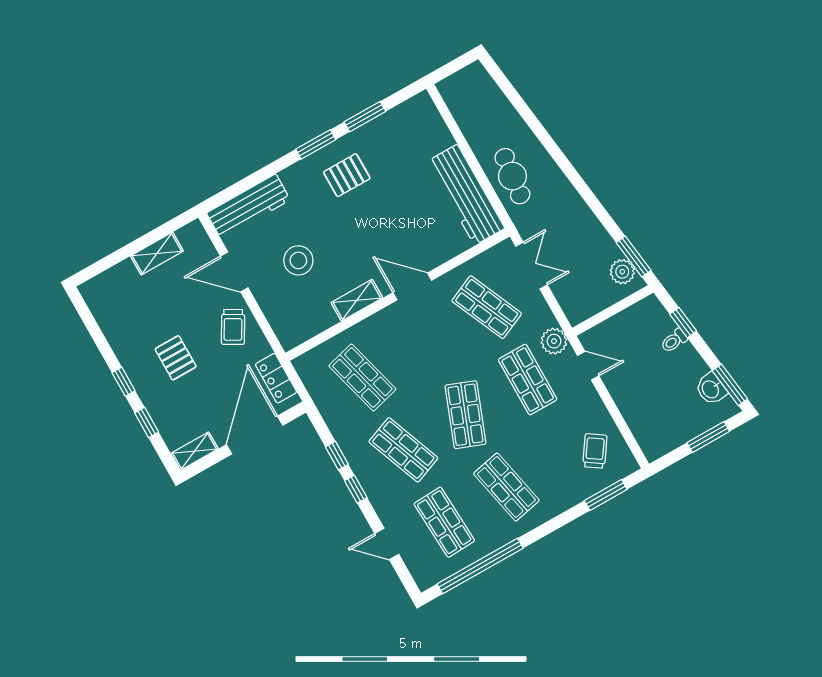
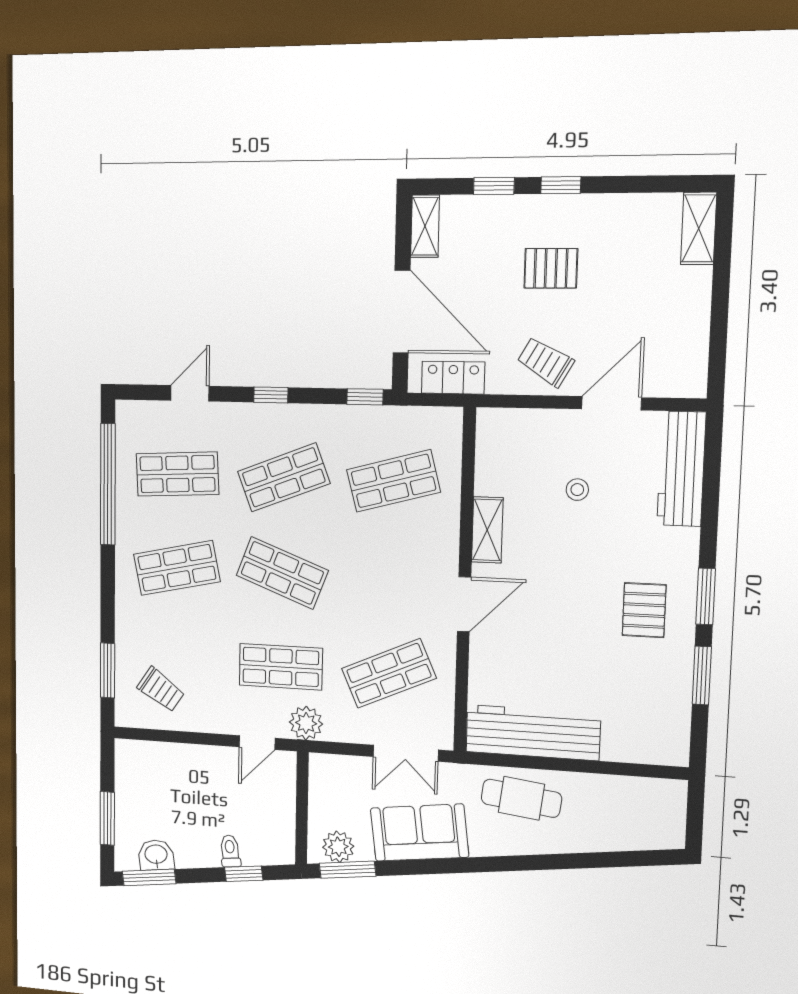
sofa: (578, 226) -> (419, 833), added
shelving: (157, 254) -> (699, 228), moved
stool: (298, 260) -> (577, 490), width x0.53, depth x0.53
window: (337, 456) -> (365, 397), moved

